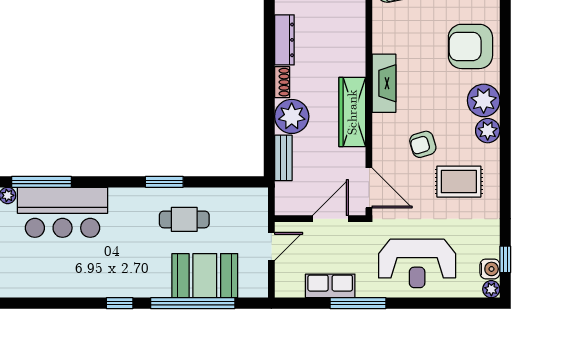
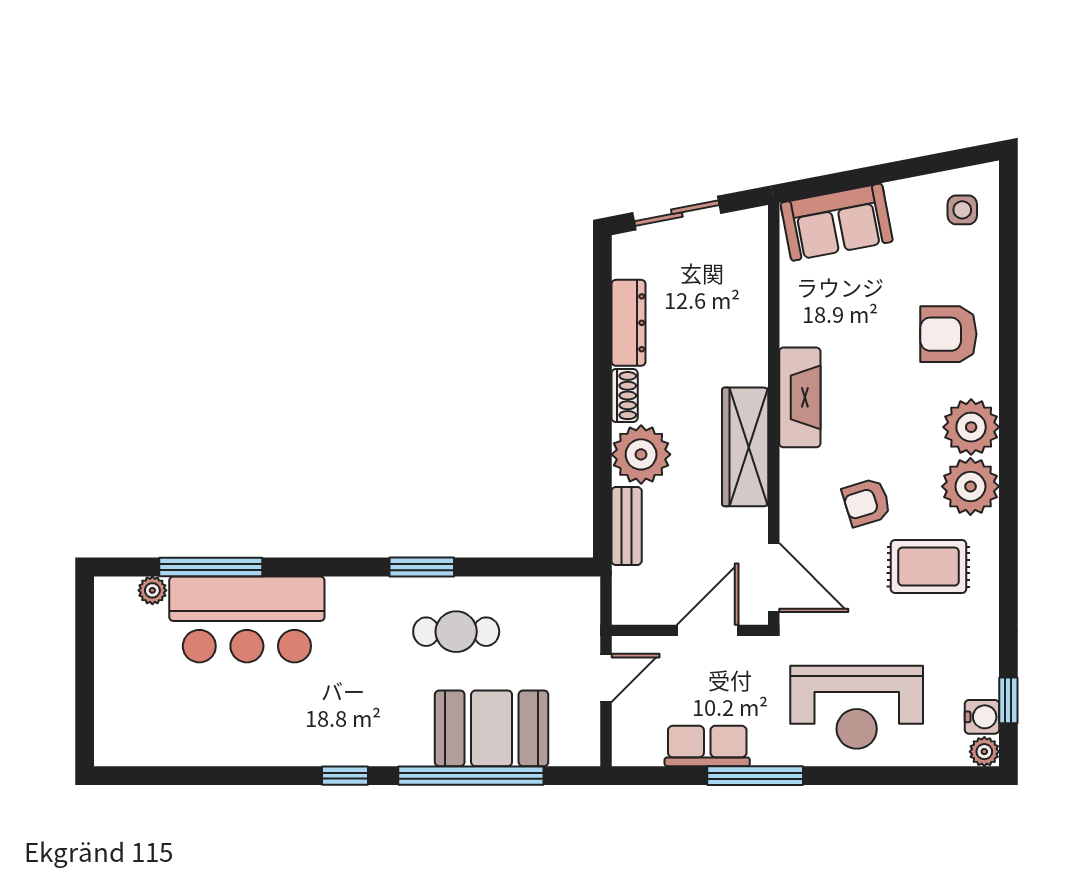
armchair: (470, 46) -> (948, 334), width x0.73, depth x0.73
plant: (488, 131) -> (970, 486), width x1.36, depth x1.36

